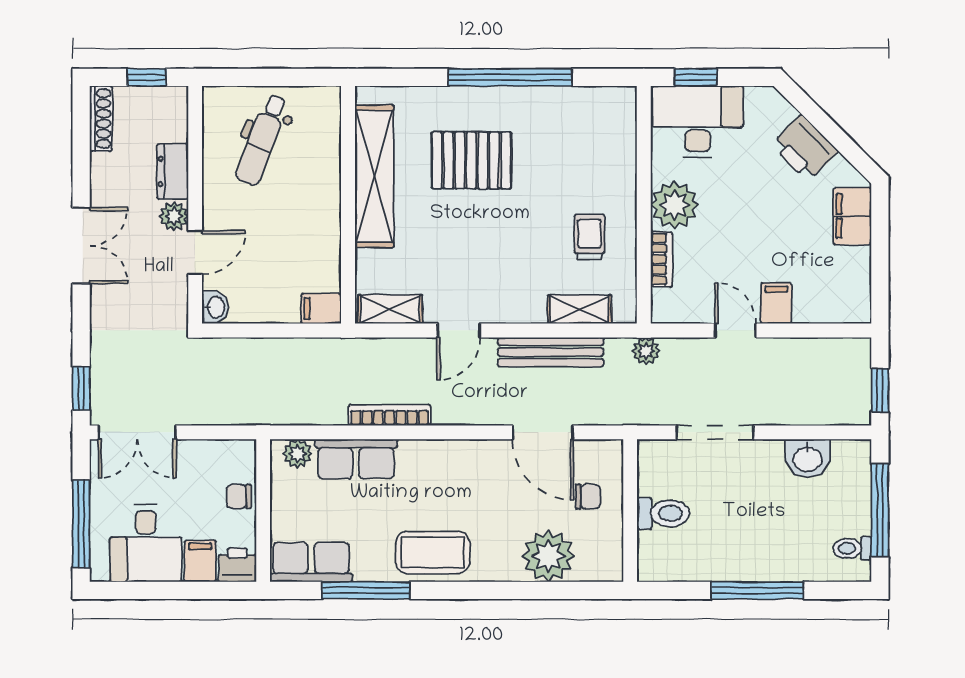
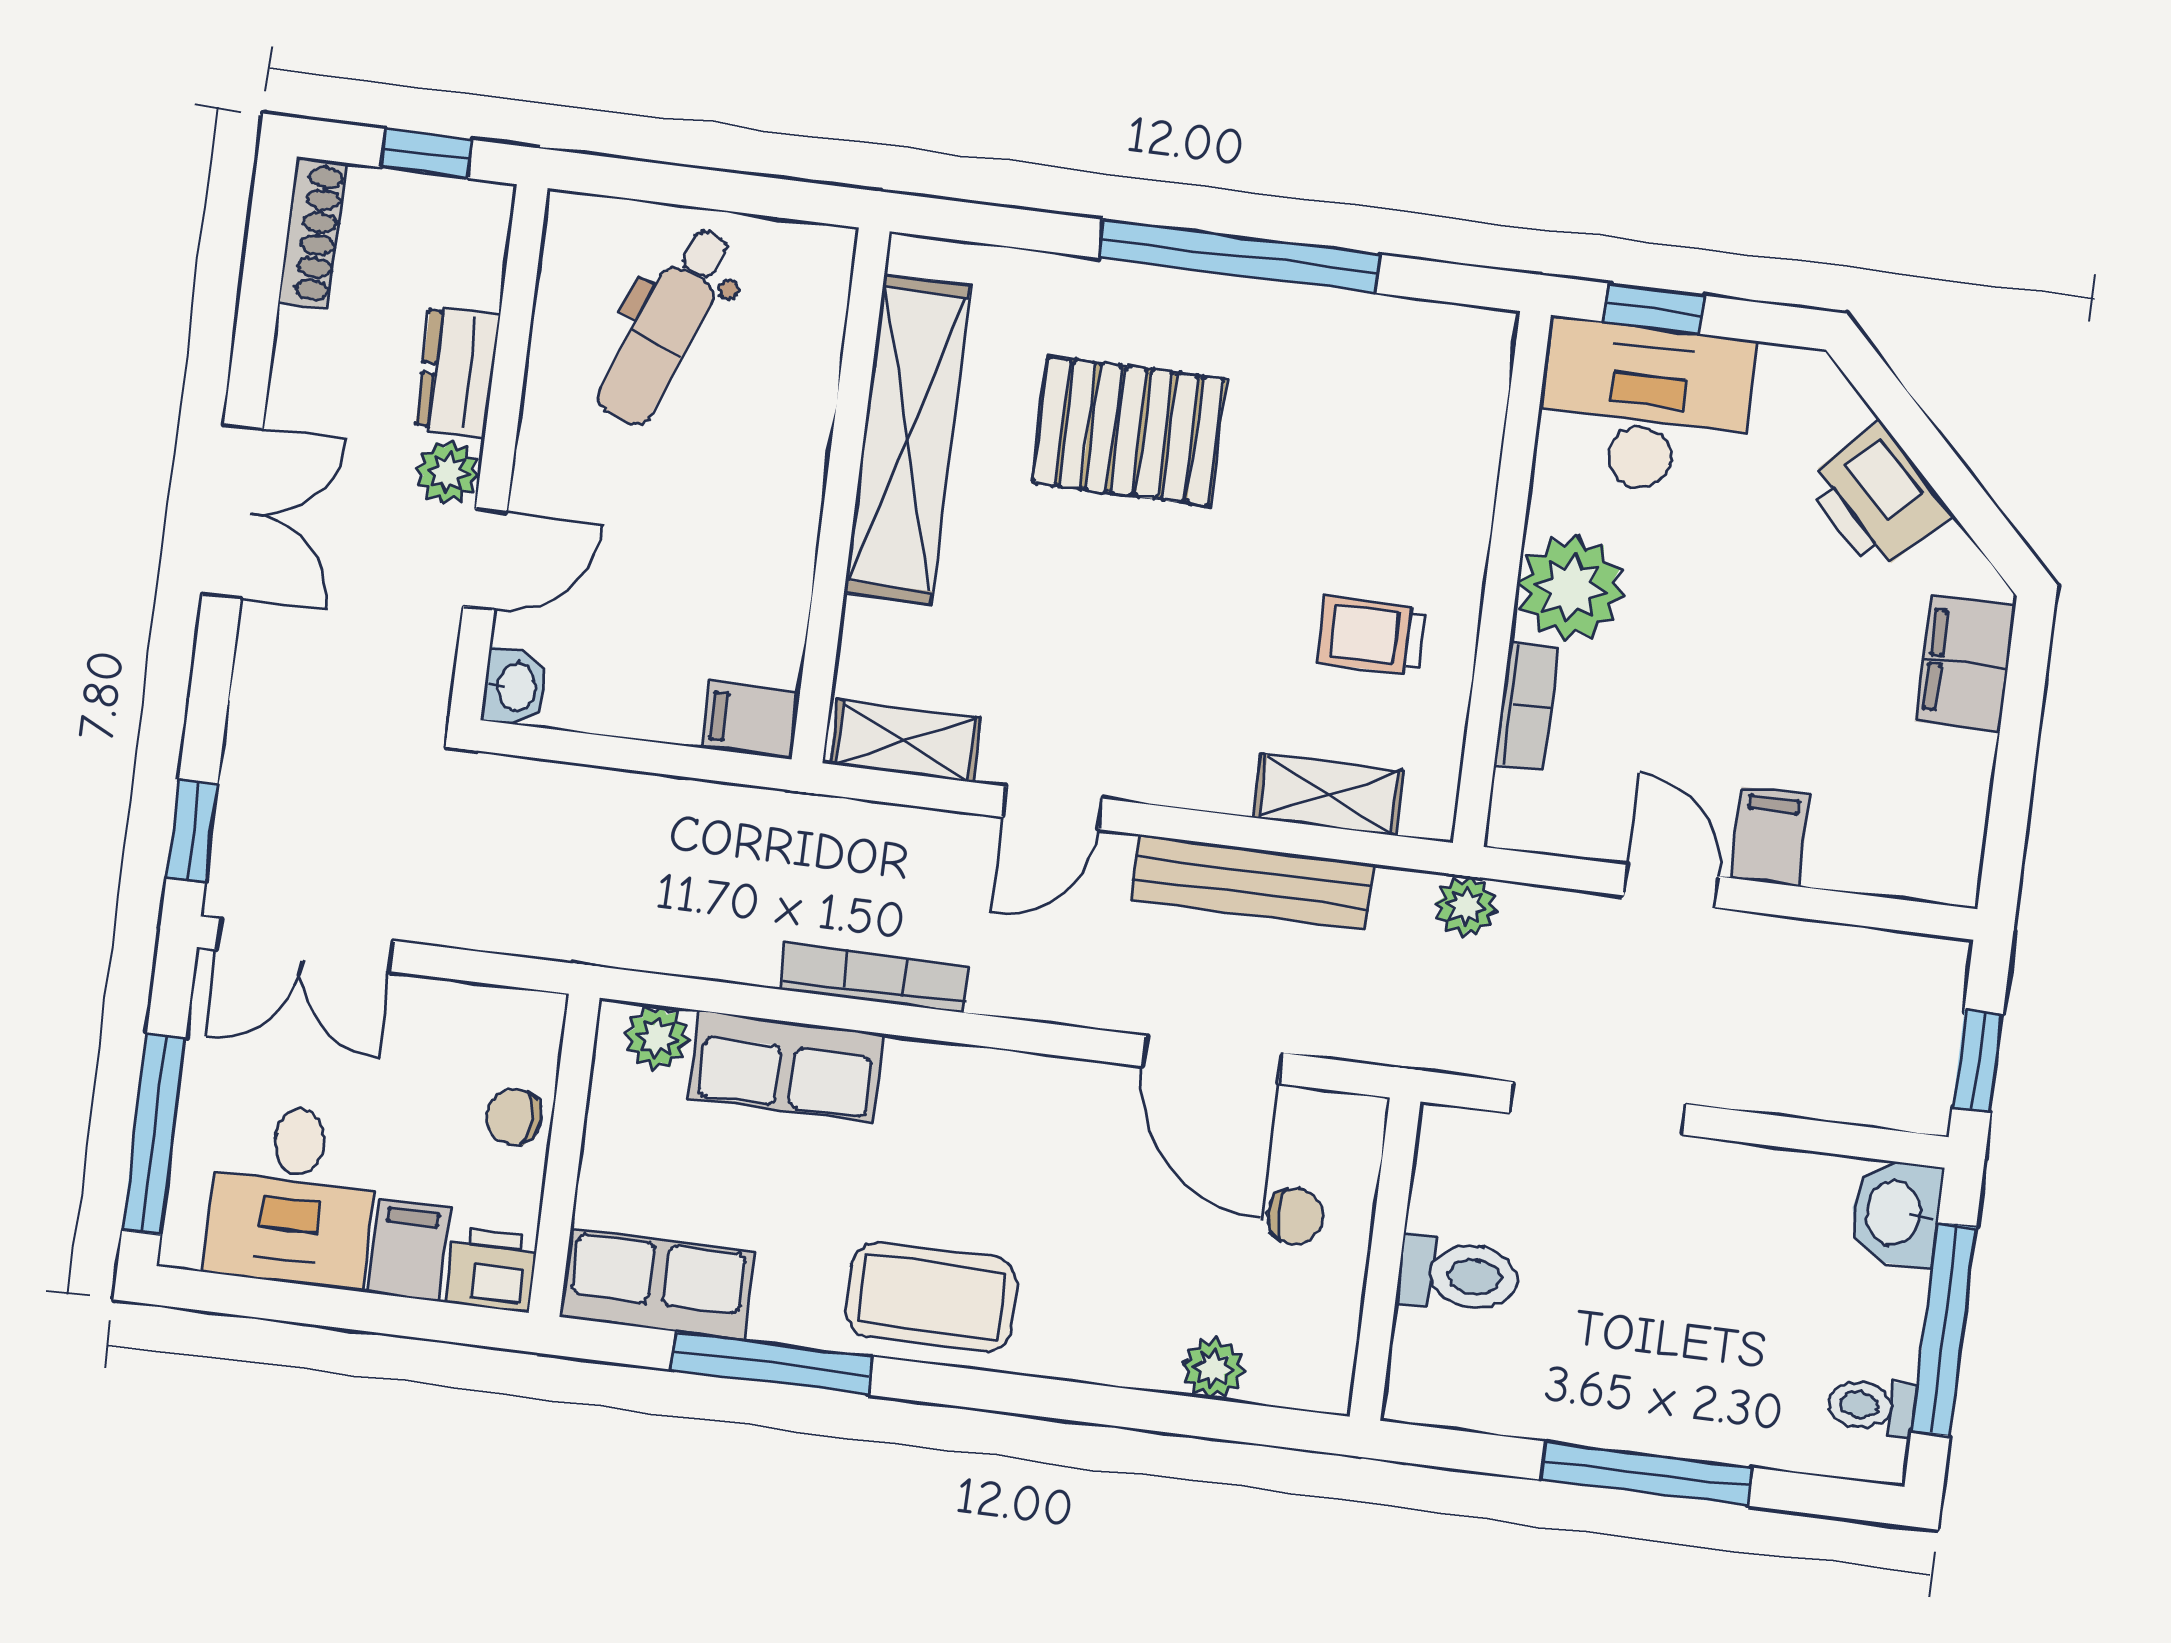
trolley: (589, 237) -> (1371, 636), turned -90
washbasin: (808, 458) -> (1896, 1213), moved, turned 90
plant: (548, 556) -> (1213, 1368), width x0.53, depth x0.53

